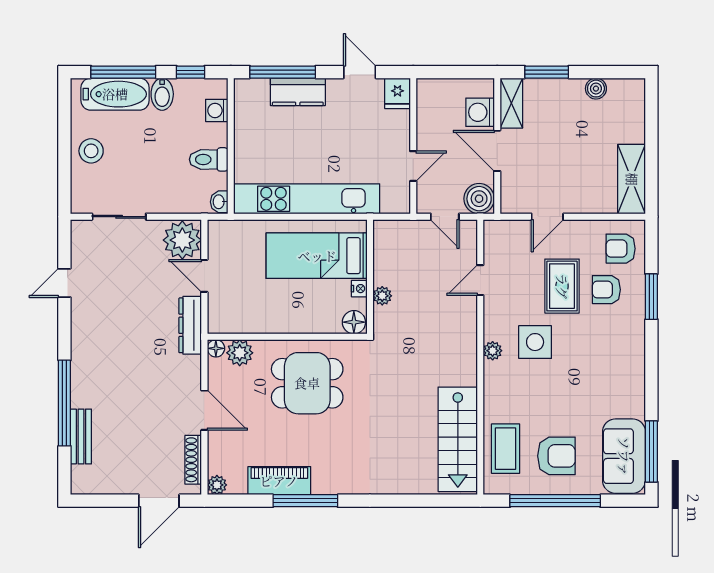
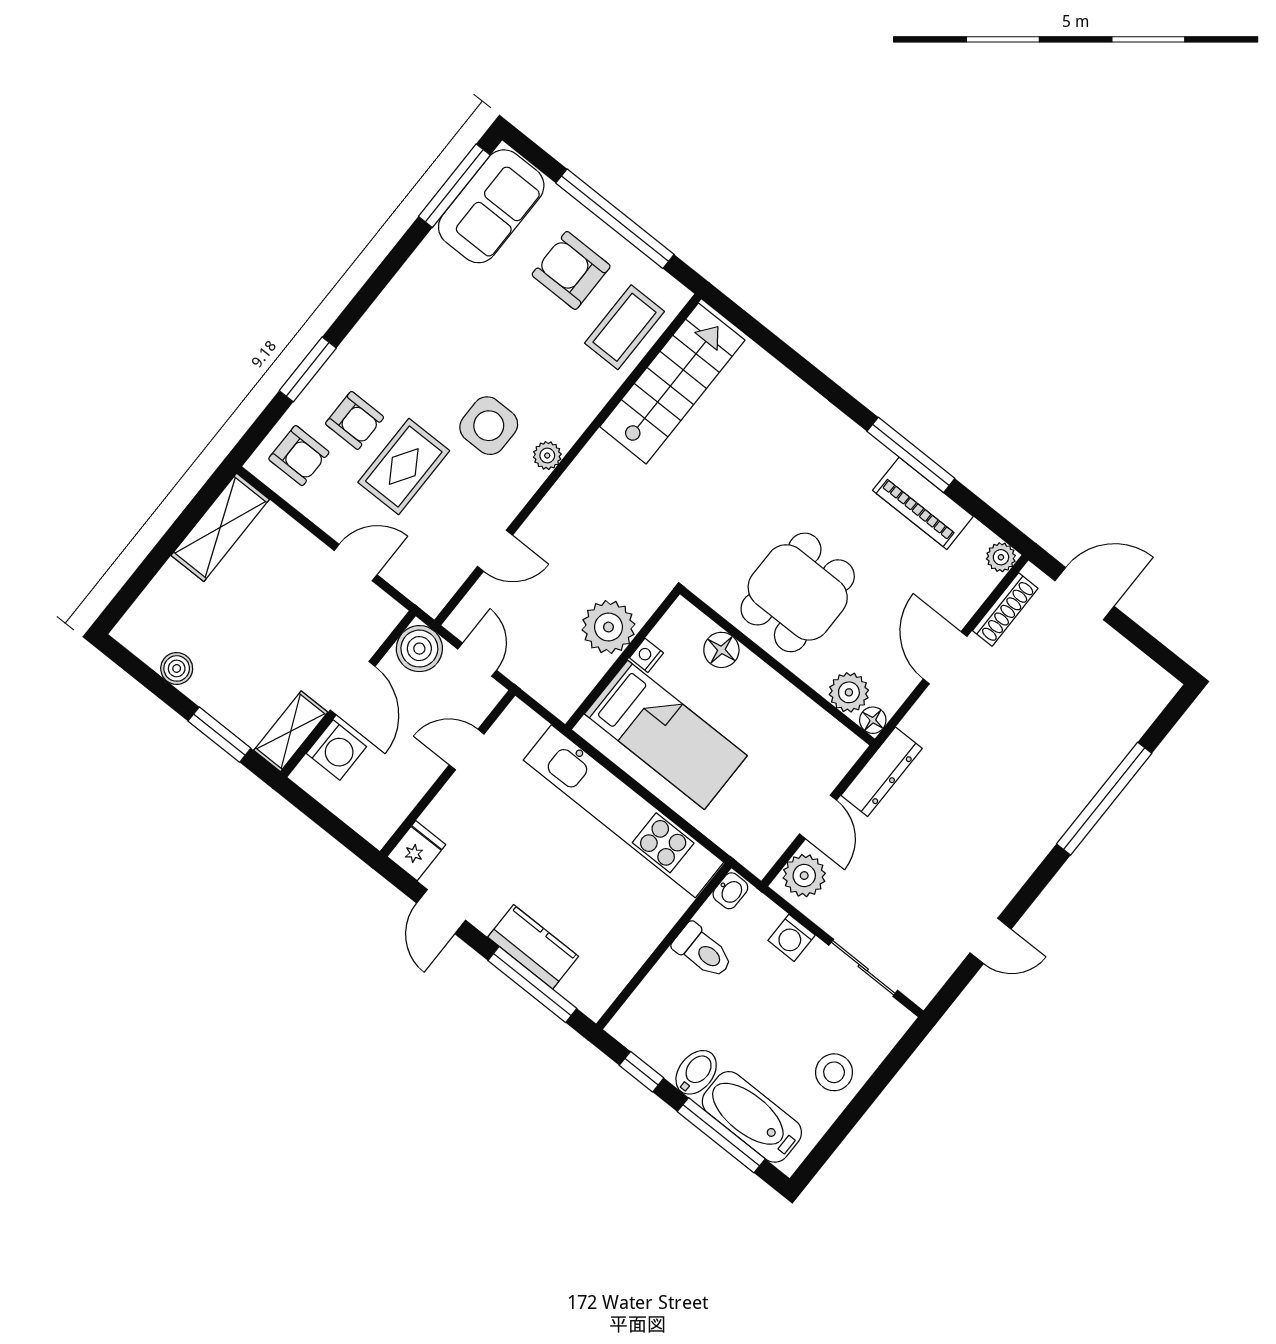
washing machine: (217, 110) -> (792, 938), moved, turned 90
plant: (182, 240) -> (804, 876), width x0.73, depth x0.73
plant: (382, 296) -> (608, 627), width x1.88, depth x1.88
floor lamp: (354, 322) -> (721, 650), moved
dining table: (307, 383) -> (798, 592), turned 90
bench: (81, 436) -> (1116, 743), removed

